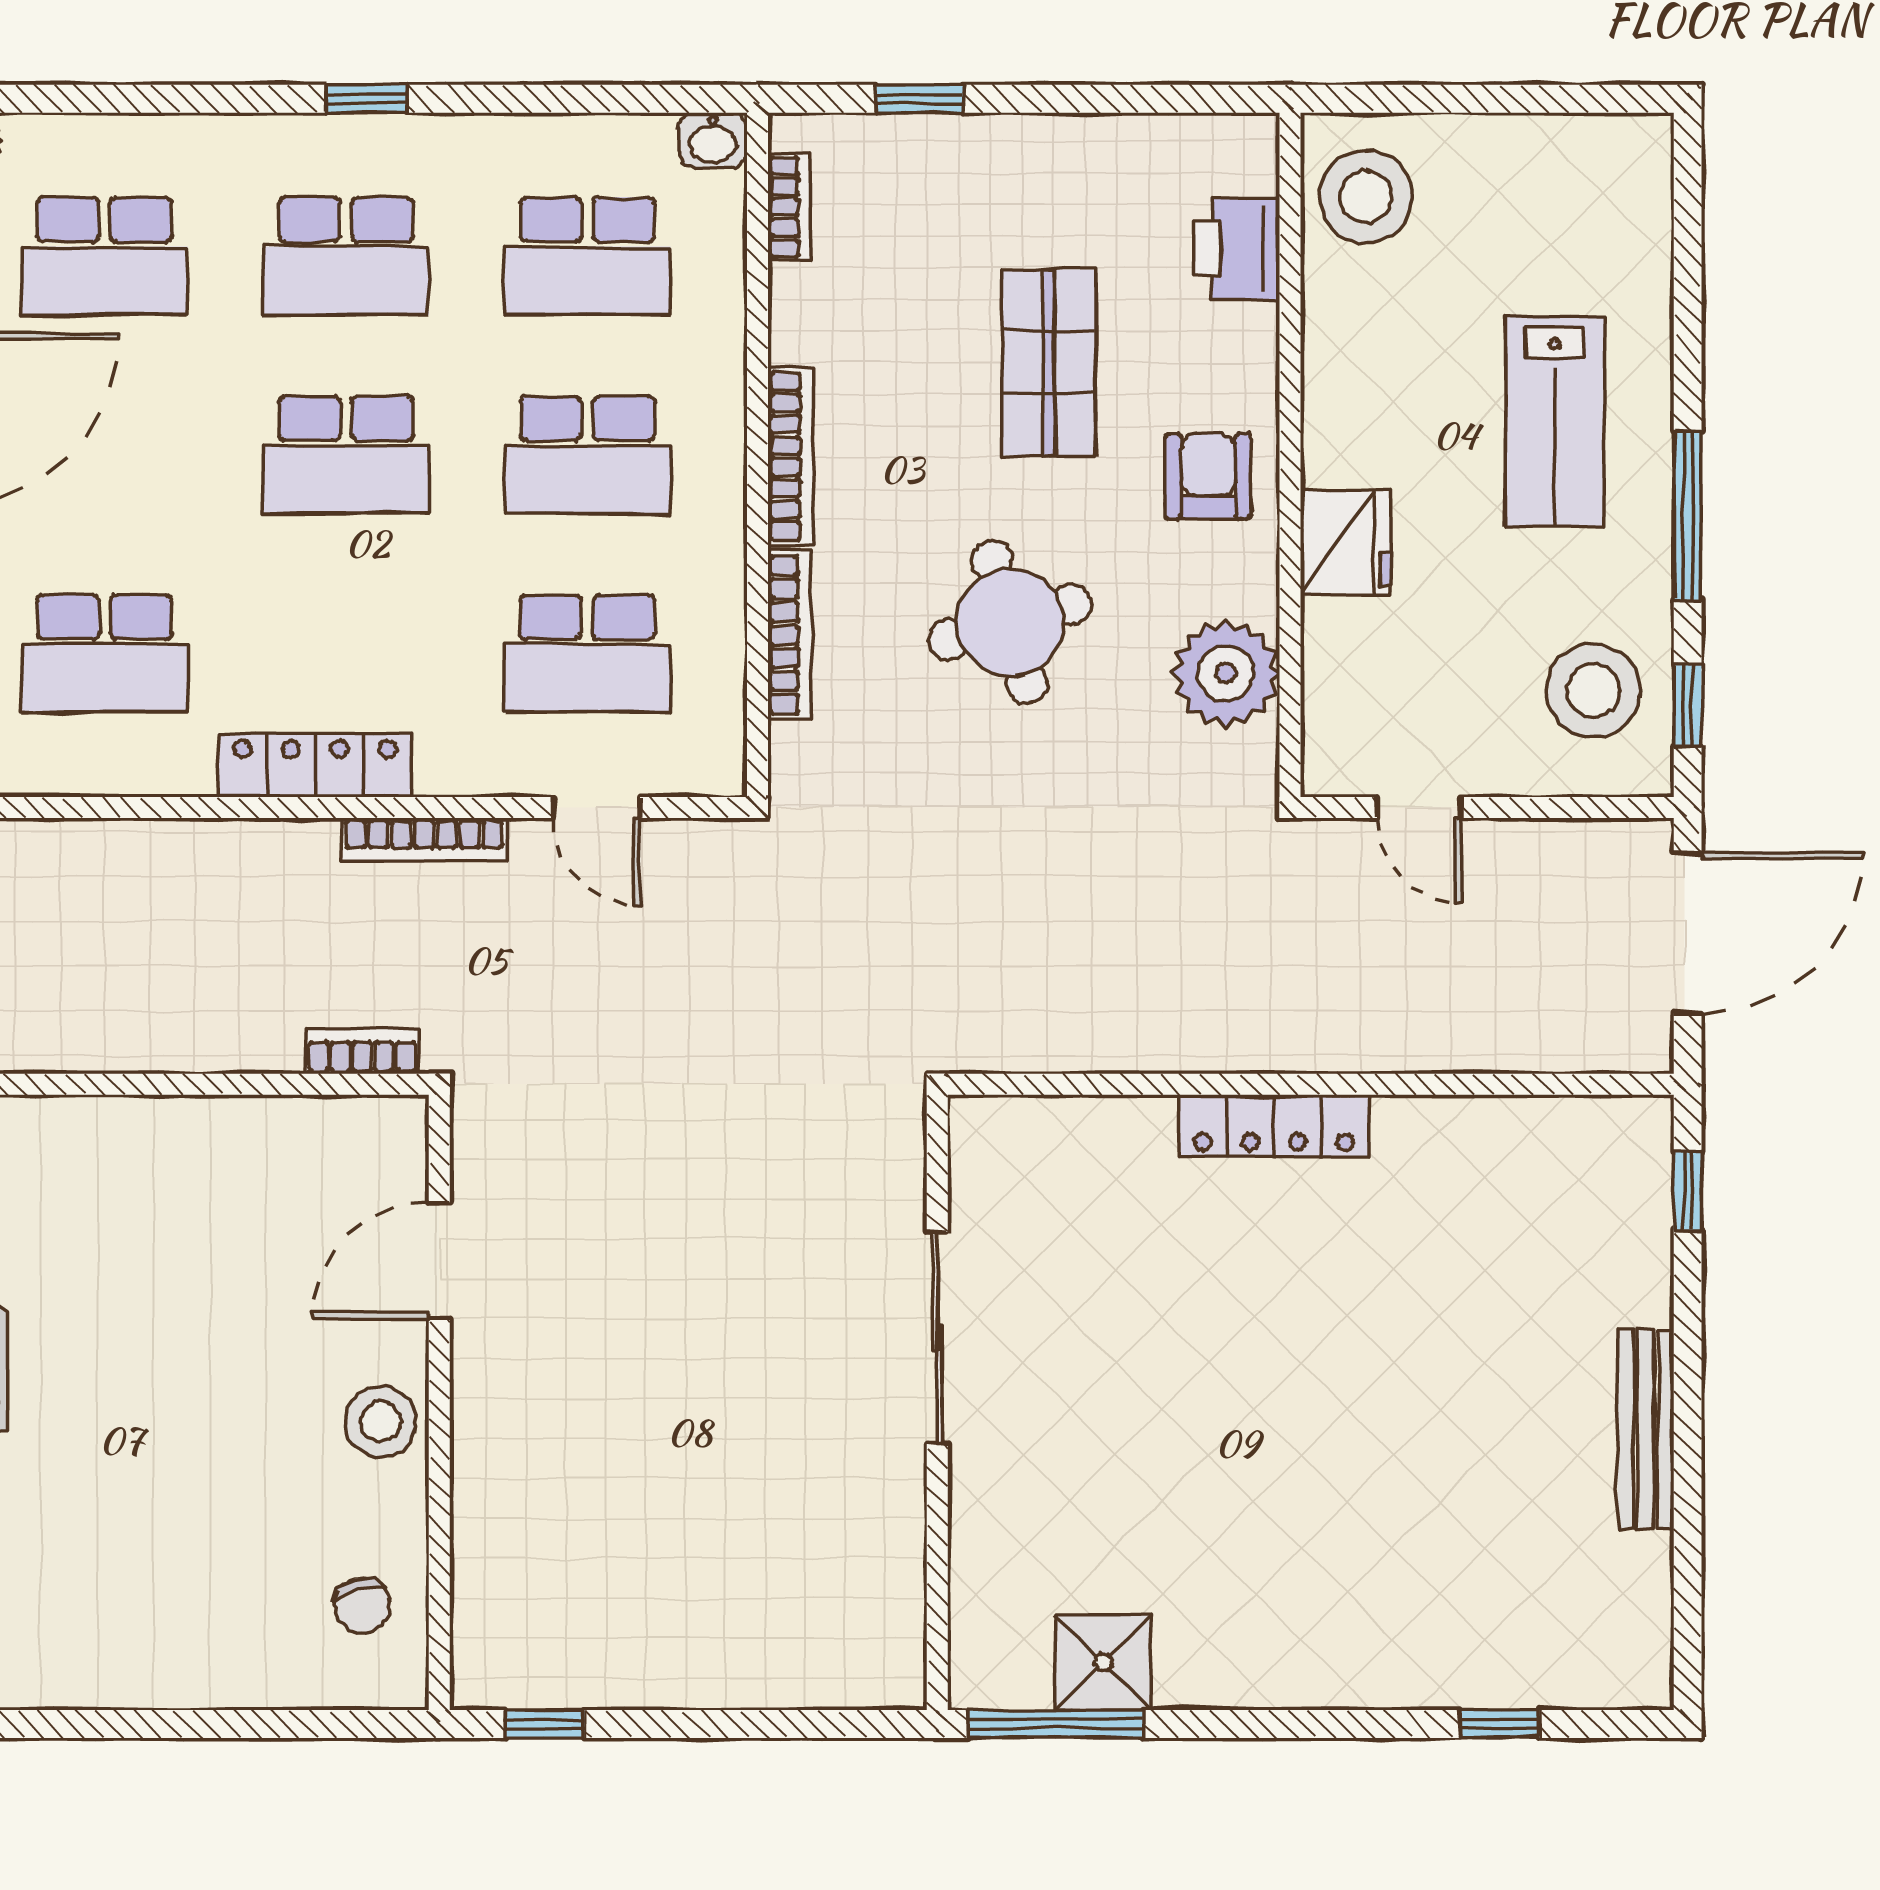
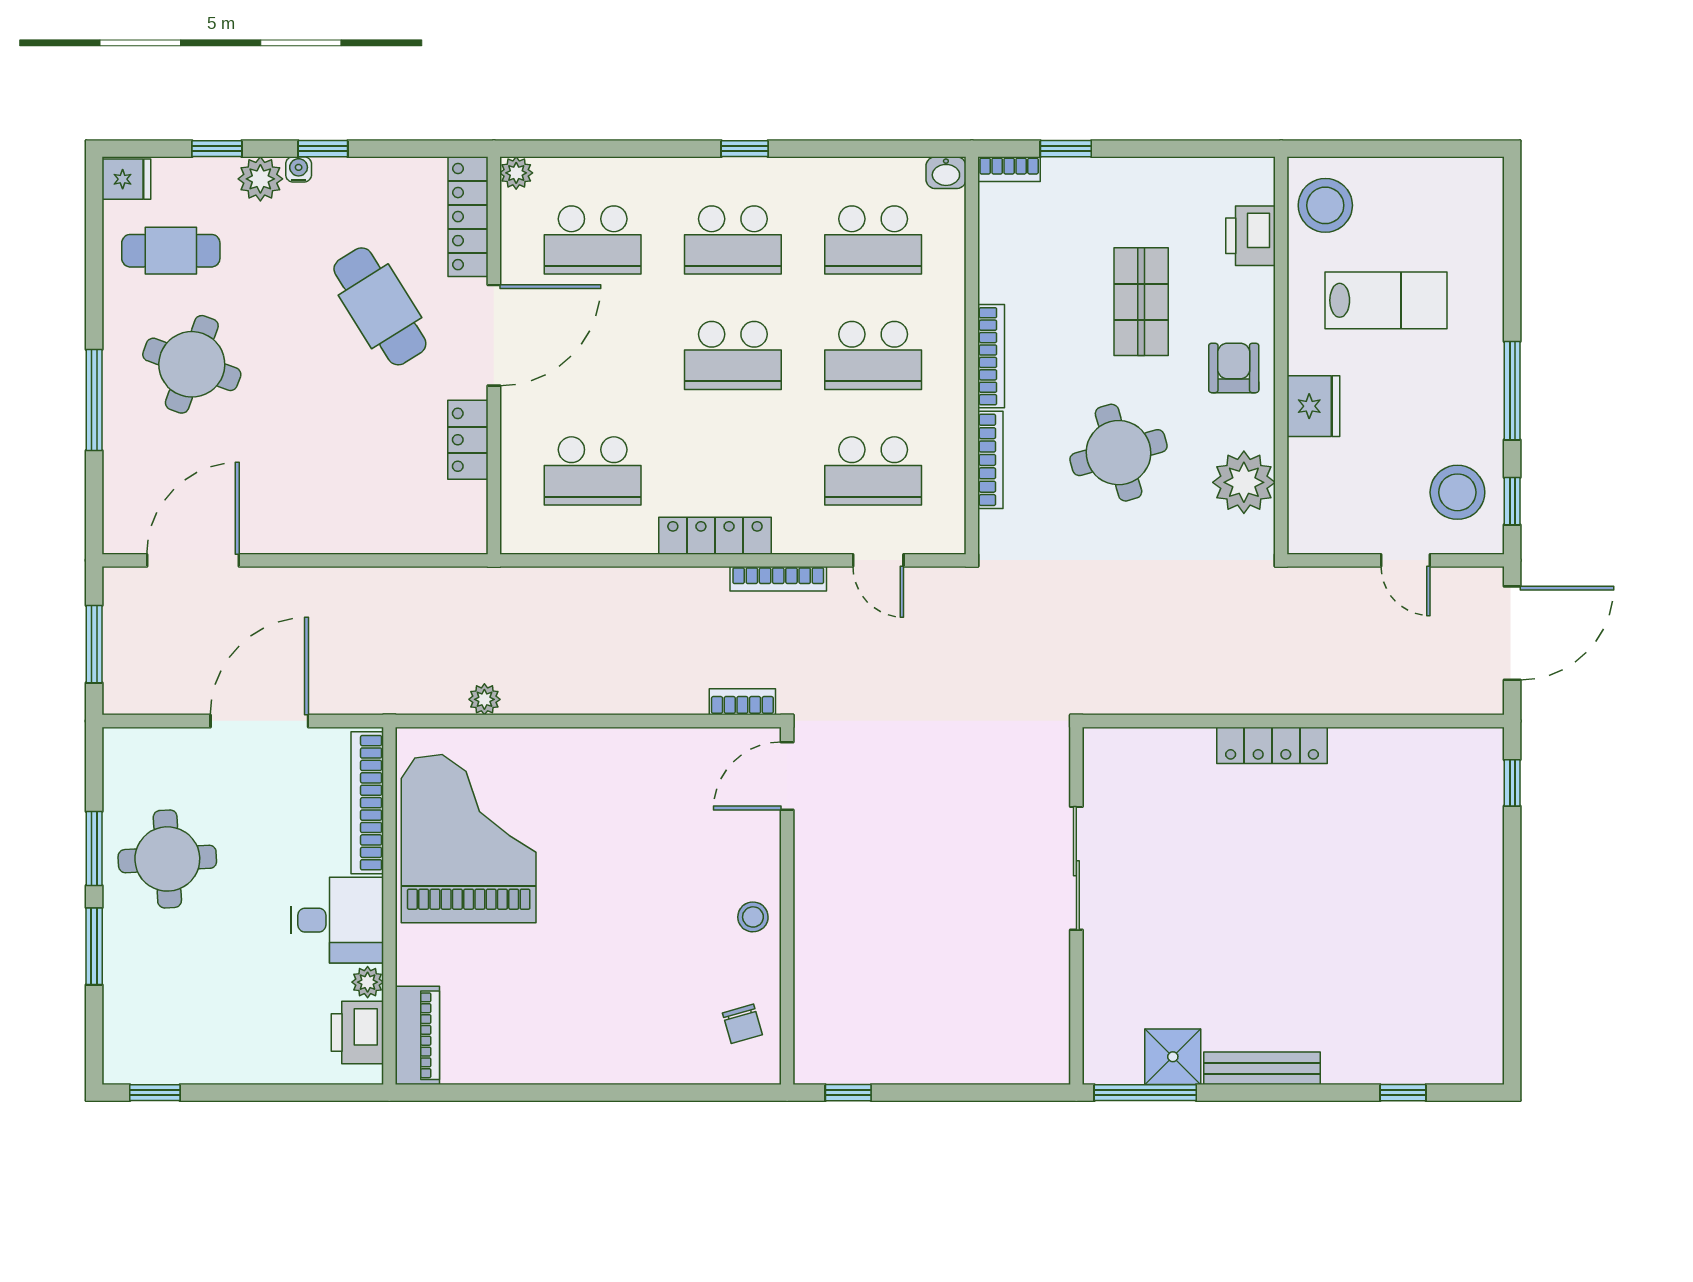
bookcase: (789, 207) -> (1009, 169), moved, turned 90
lab bench: (1555, 422) -> (1386, 300), moved, turned -90
door: (1419, 808) -> (1406, 560), moved
door: (439, 1260) -> (787, 776), moved
stool: (381, 1422) -> (753, 917), width x0.73, depth x0.73
bench: (1646, 1429) -> (1262, 1068), moved, turned 90

